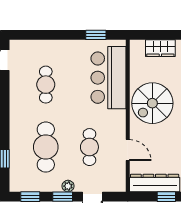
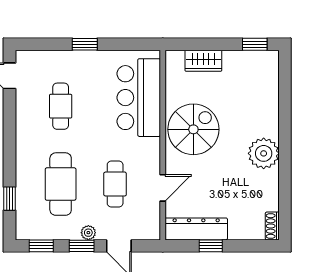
window: (96, 35) -> (85, 44), moved
spiral stairs: (152, 103) -> (193, 129), turned 180
door: (128, 150) -> (163, 188), hinge flipped

